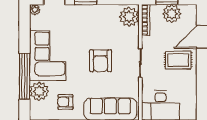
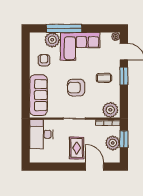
coffee table: (88, 25) -> (104, 78), added

